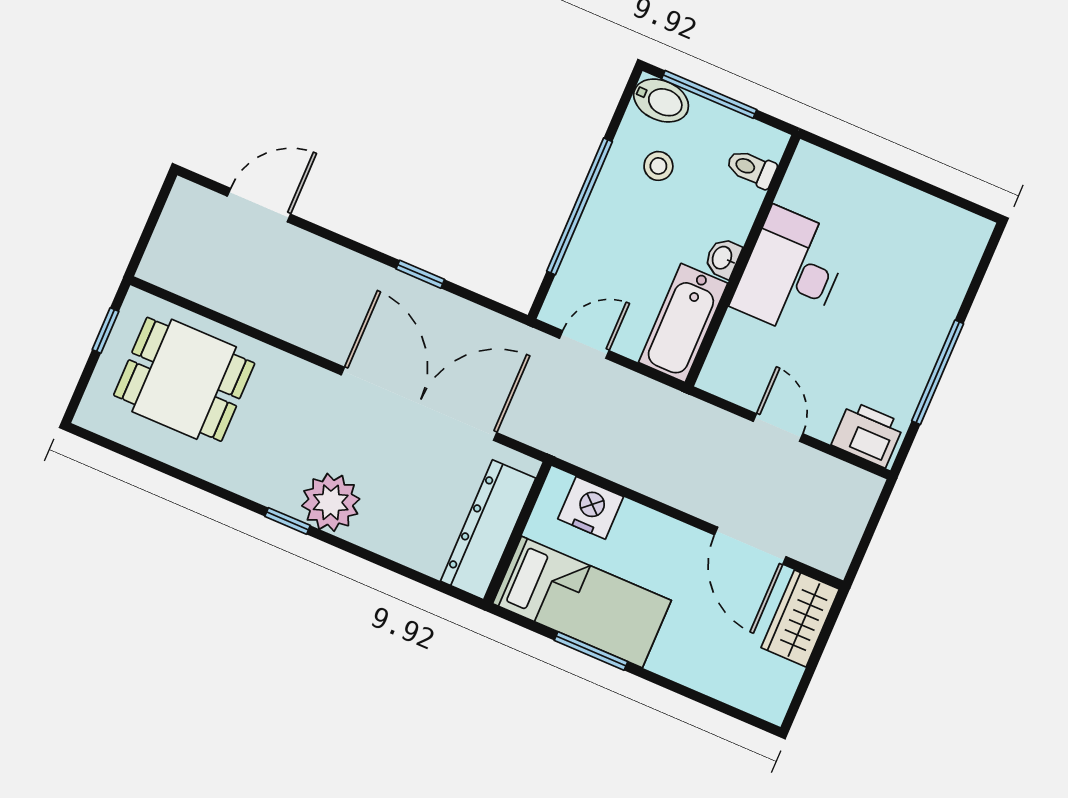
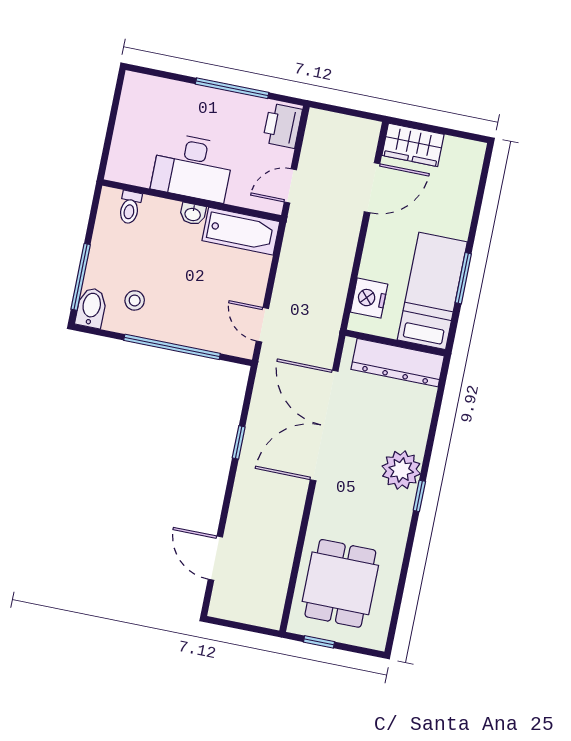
toilet: (751, 168) -> (130, 207), moved
washbasin: (723, 258) -> (193, 214), moved
wall: (743, 261) -> (192, 200), moved
desk: (791, 272) -> (193, 167), moved
bathtub: (683, 323) -> (241, 231), moved

